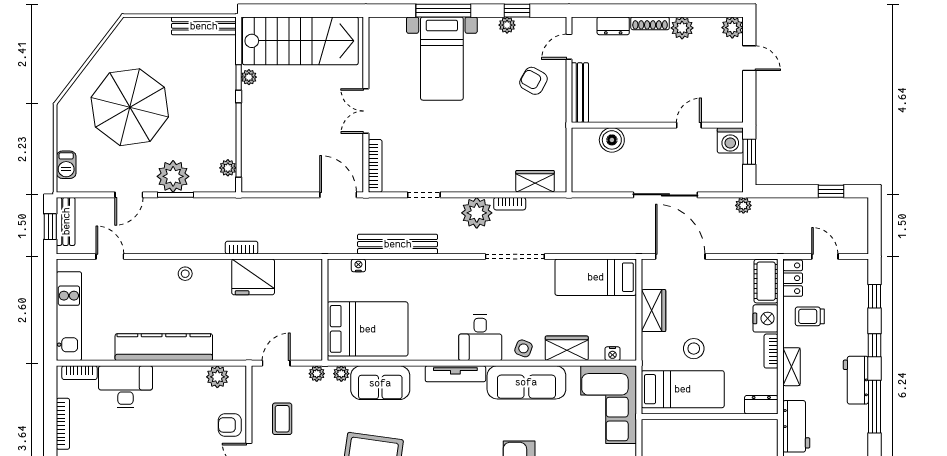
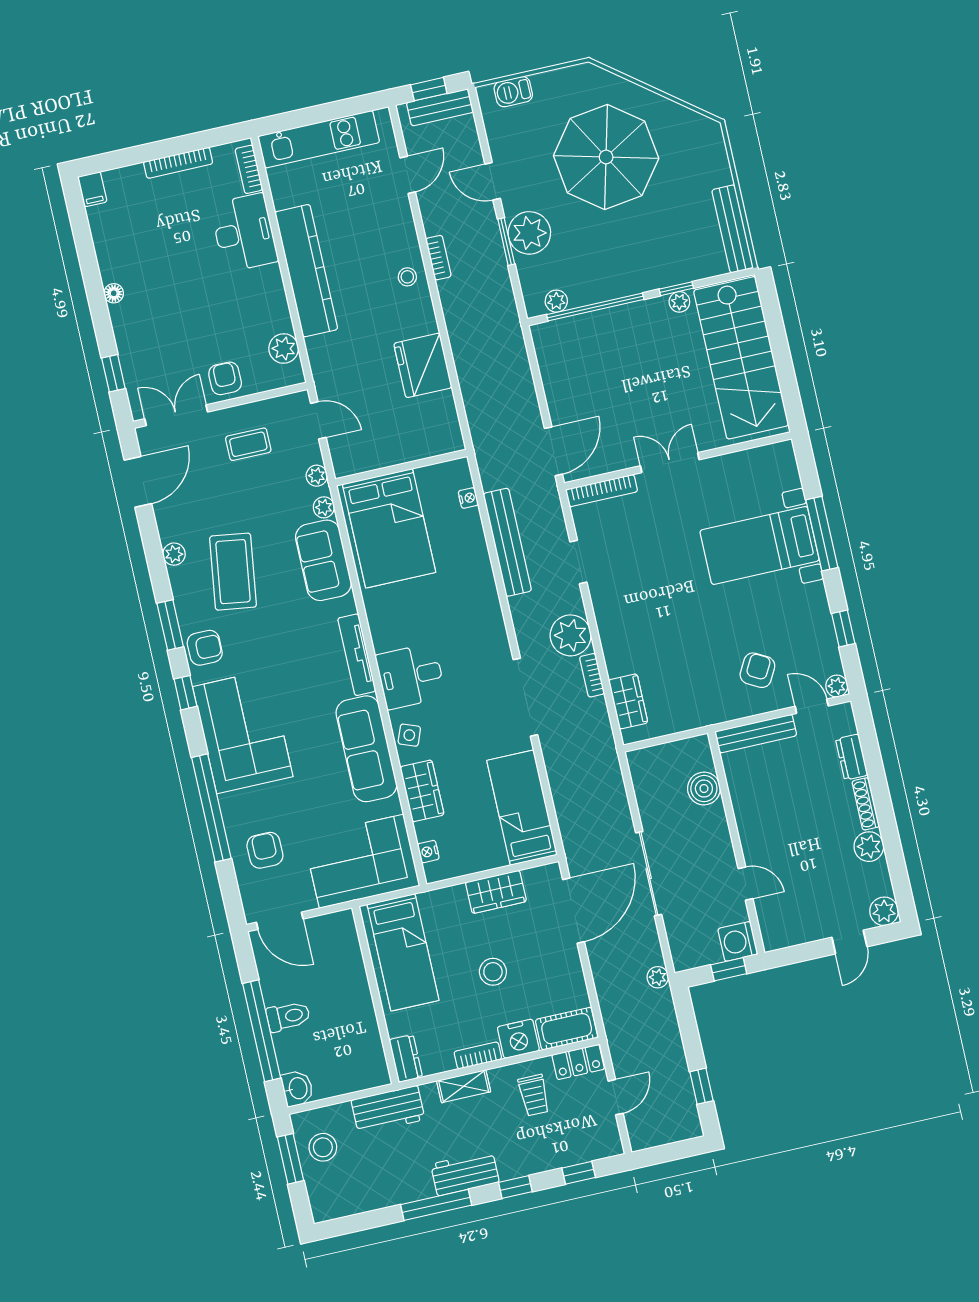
plant: (507, 25) -> (837, 686), moved
bookcase: (242, 248) -> (438, 258), moved
trolley: (810, 316) -> (534, 1095), turned 180
stool: (694, 349) -> (493, 972), moved

